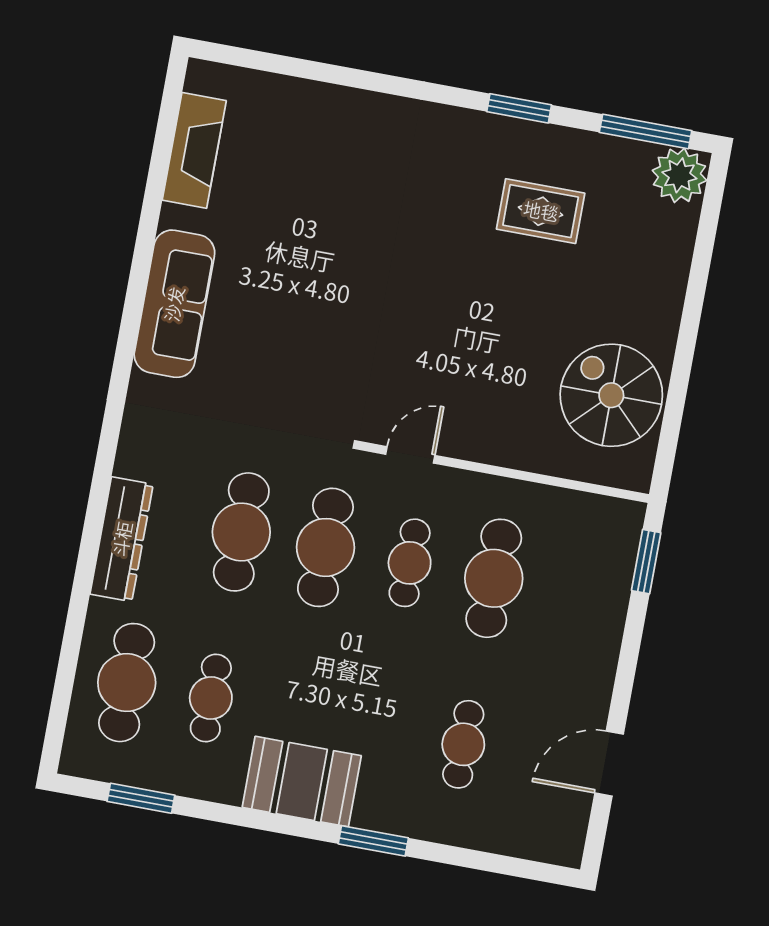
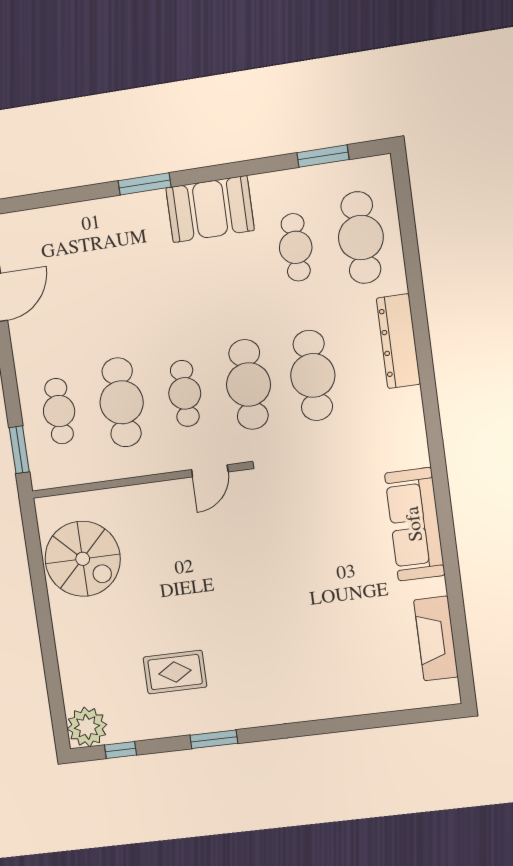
window: (646, 131) -> (121, 750), width x0.46
cafe table: (463, 744) -> (59, 411), moved

